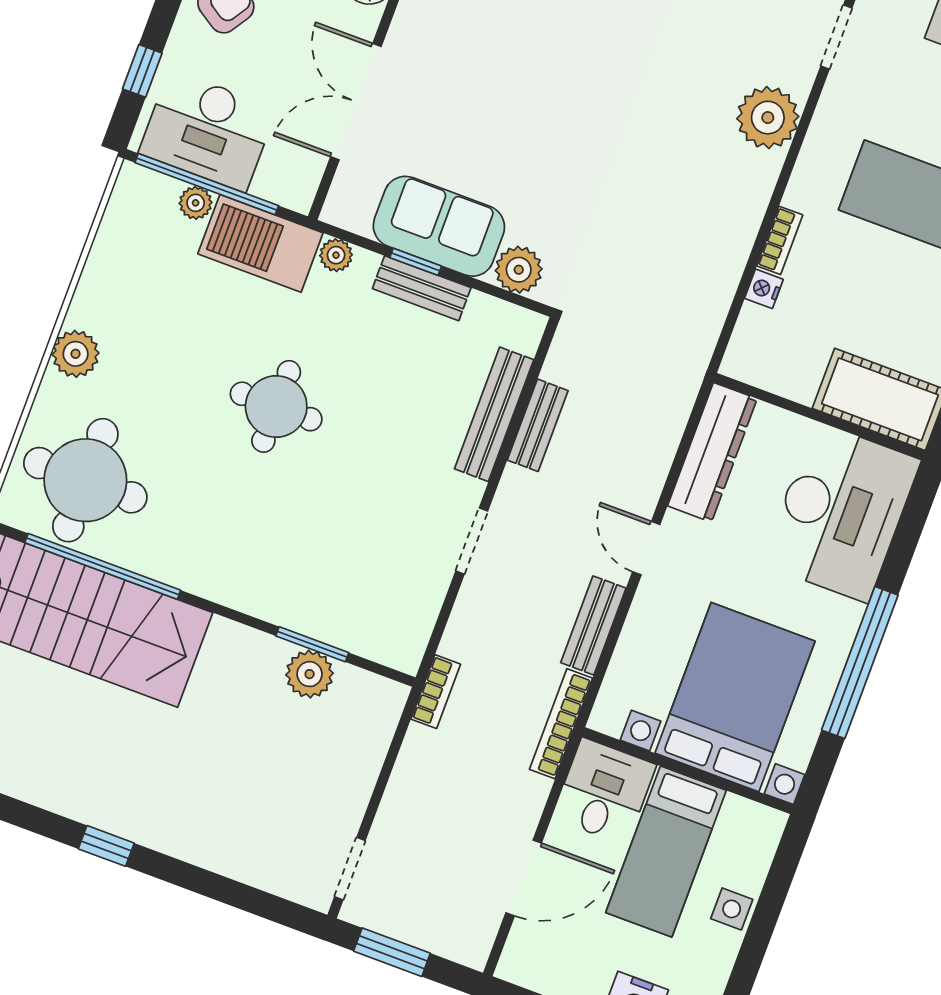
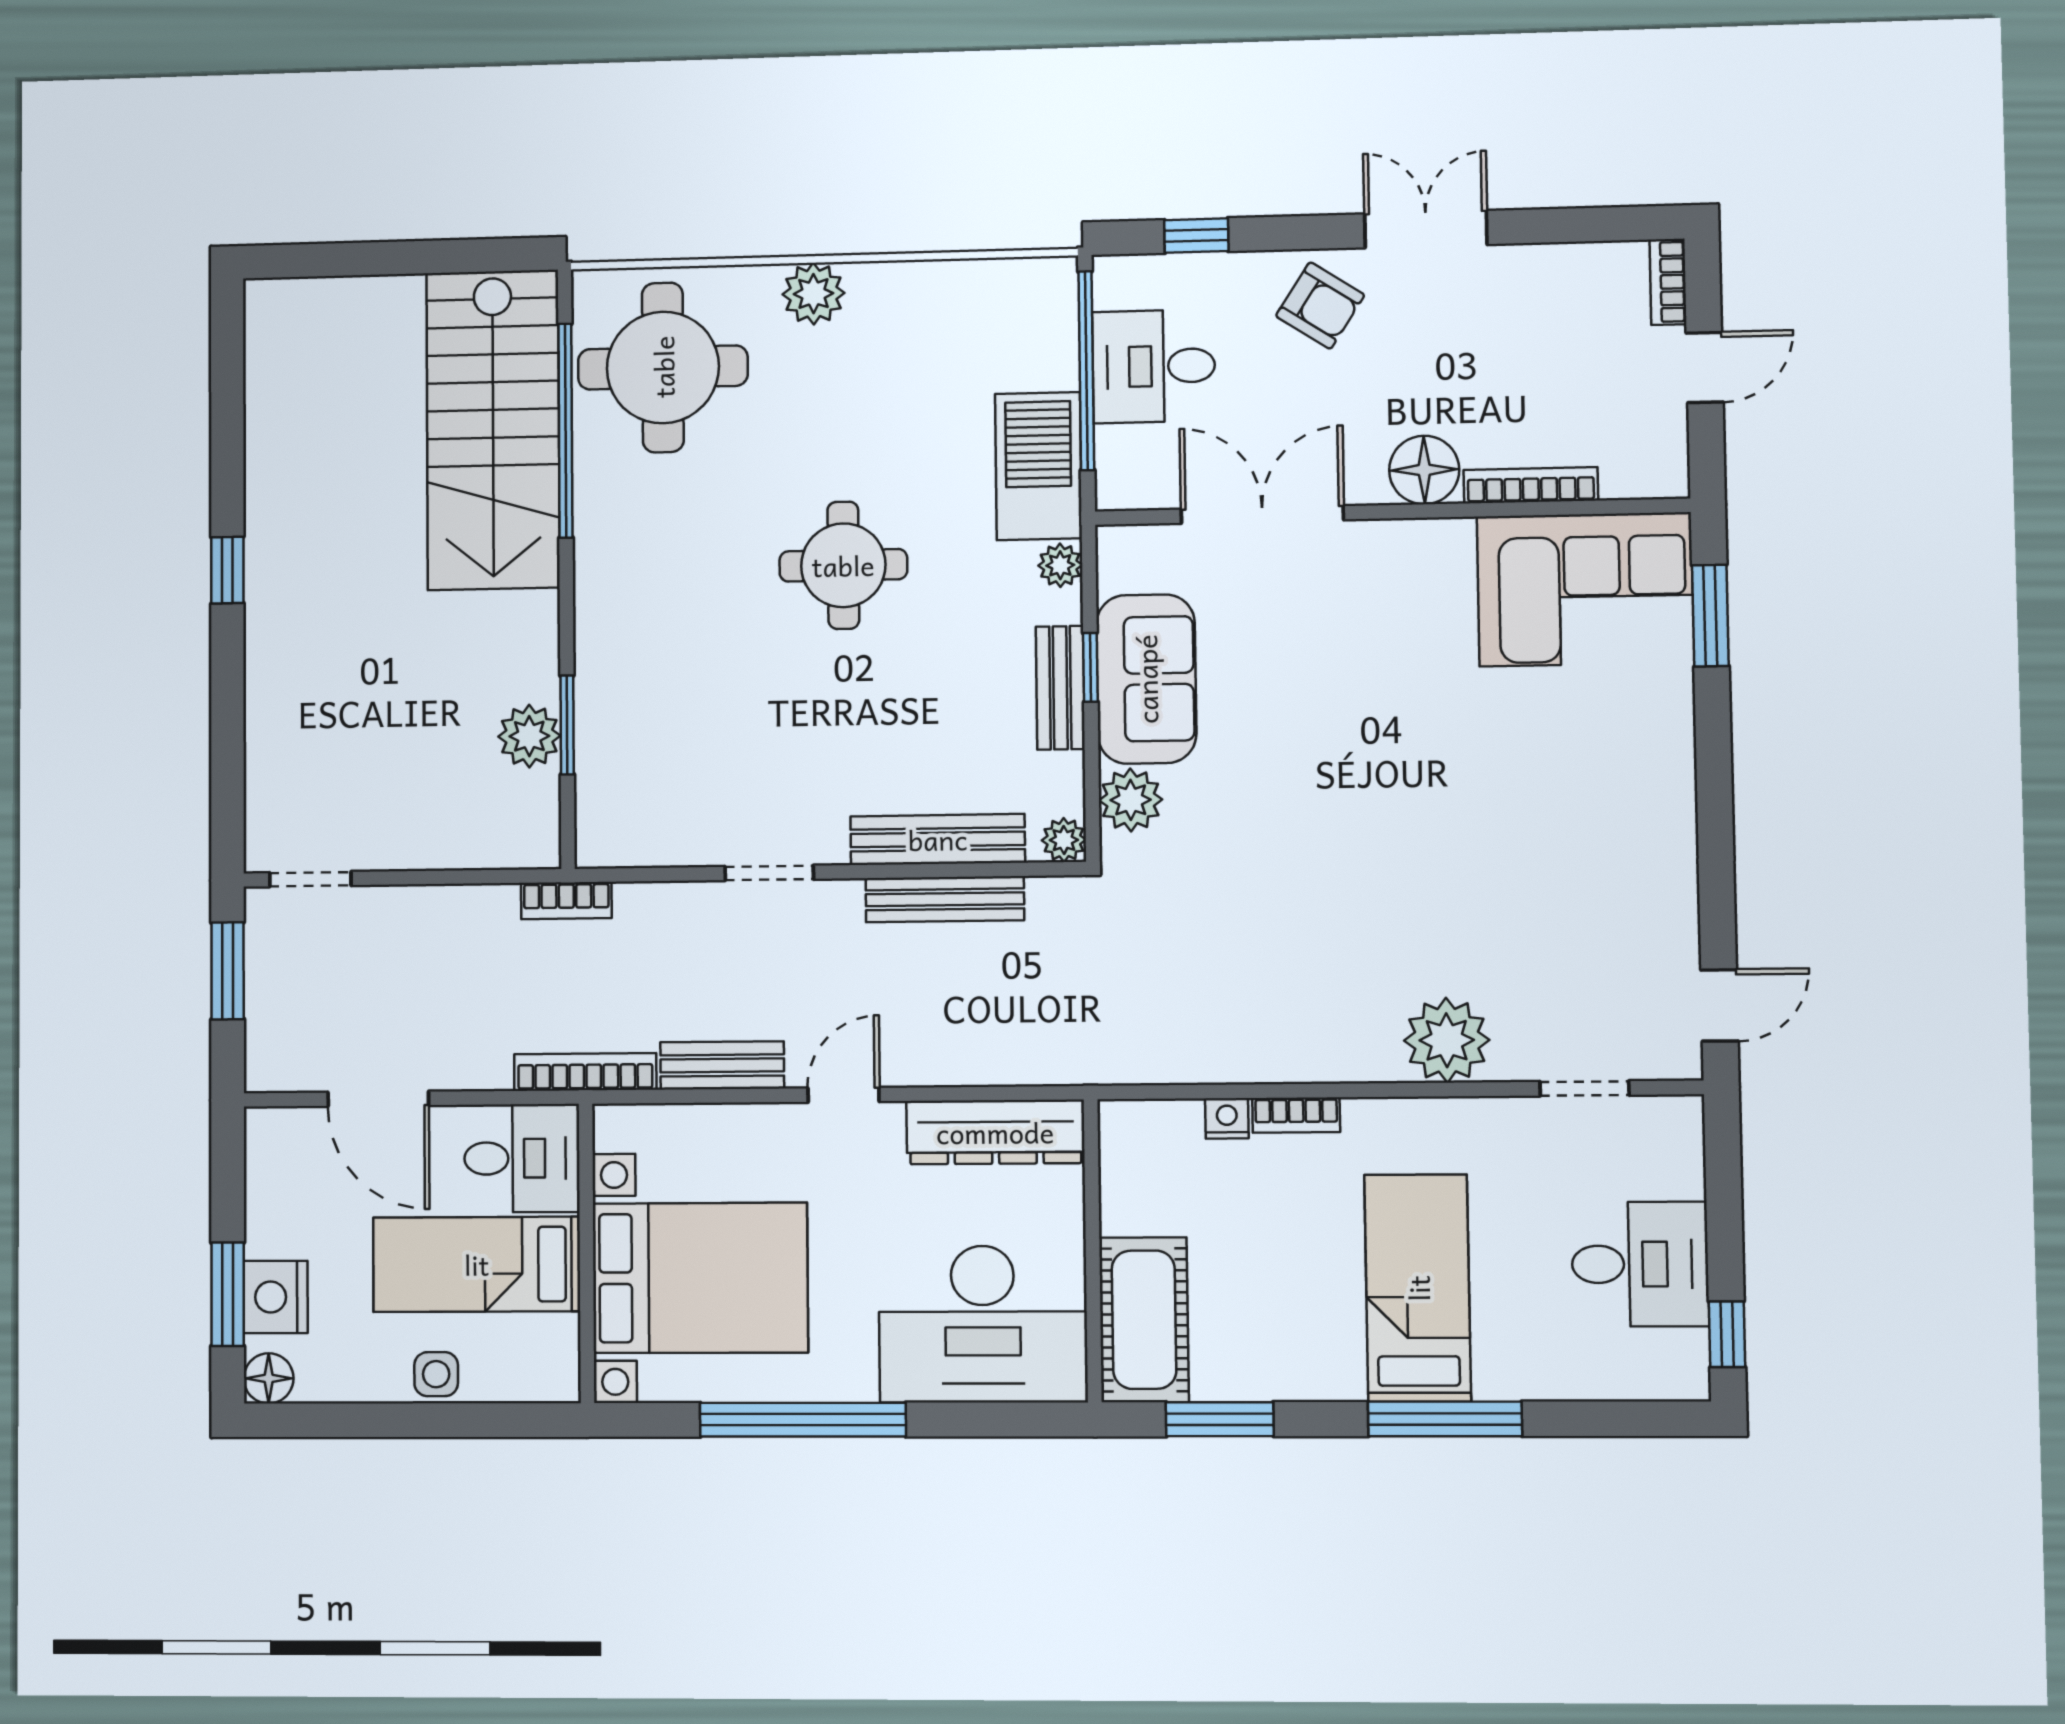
desk: (208, 131) -> (1154, 366), width x0.73
plant: (196, 203) -> (1064, 840), moved
bench: (538, 425) -> (945, 899), width x1.36

